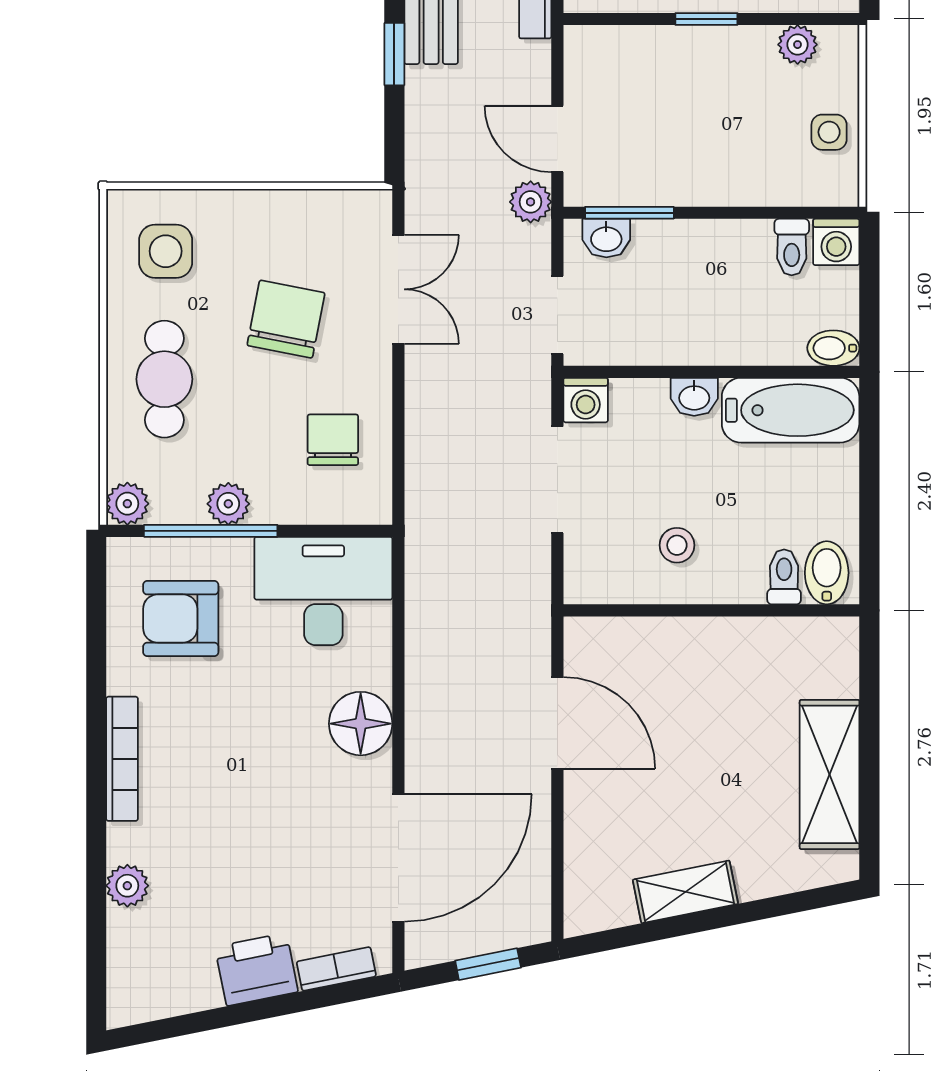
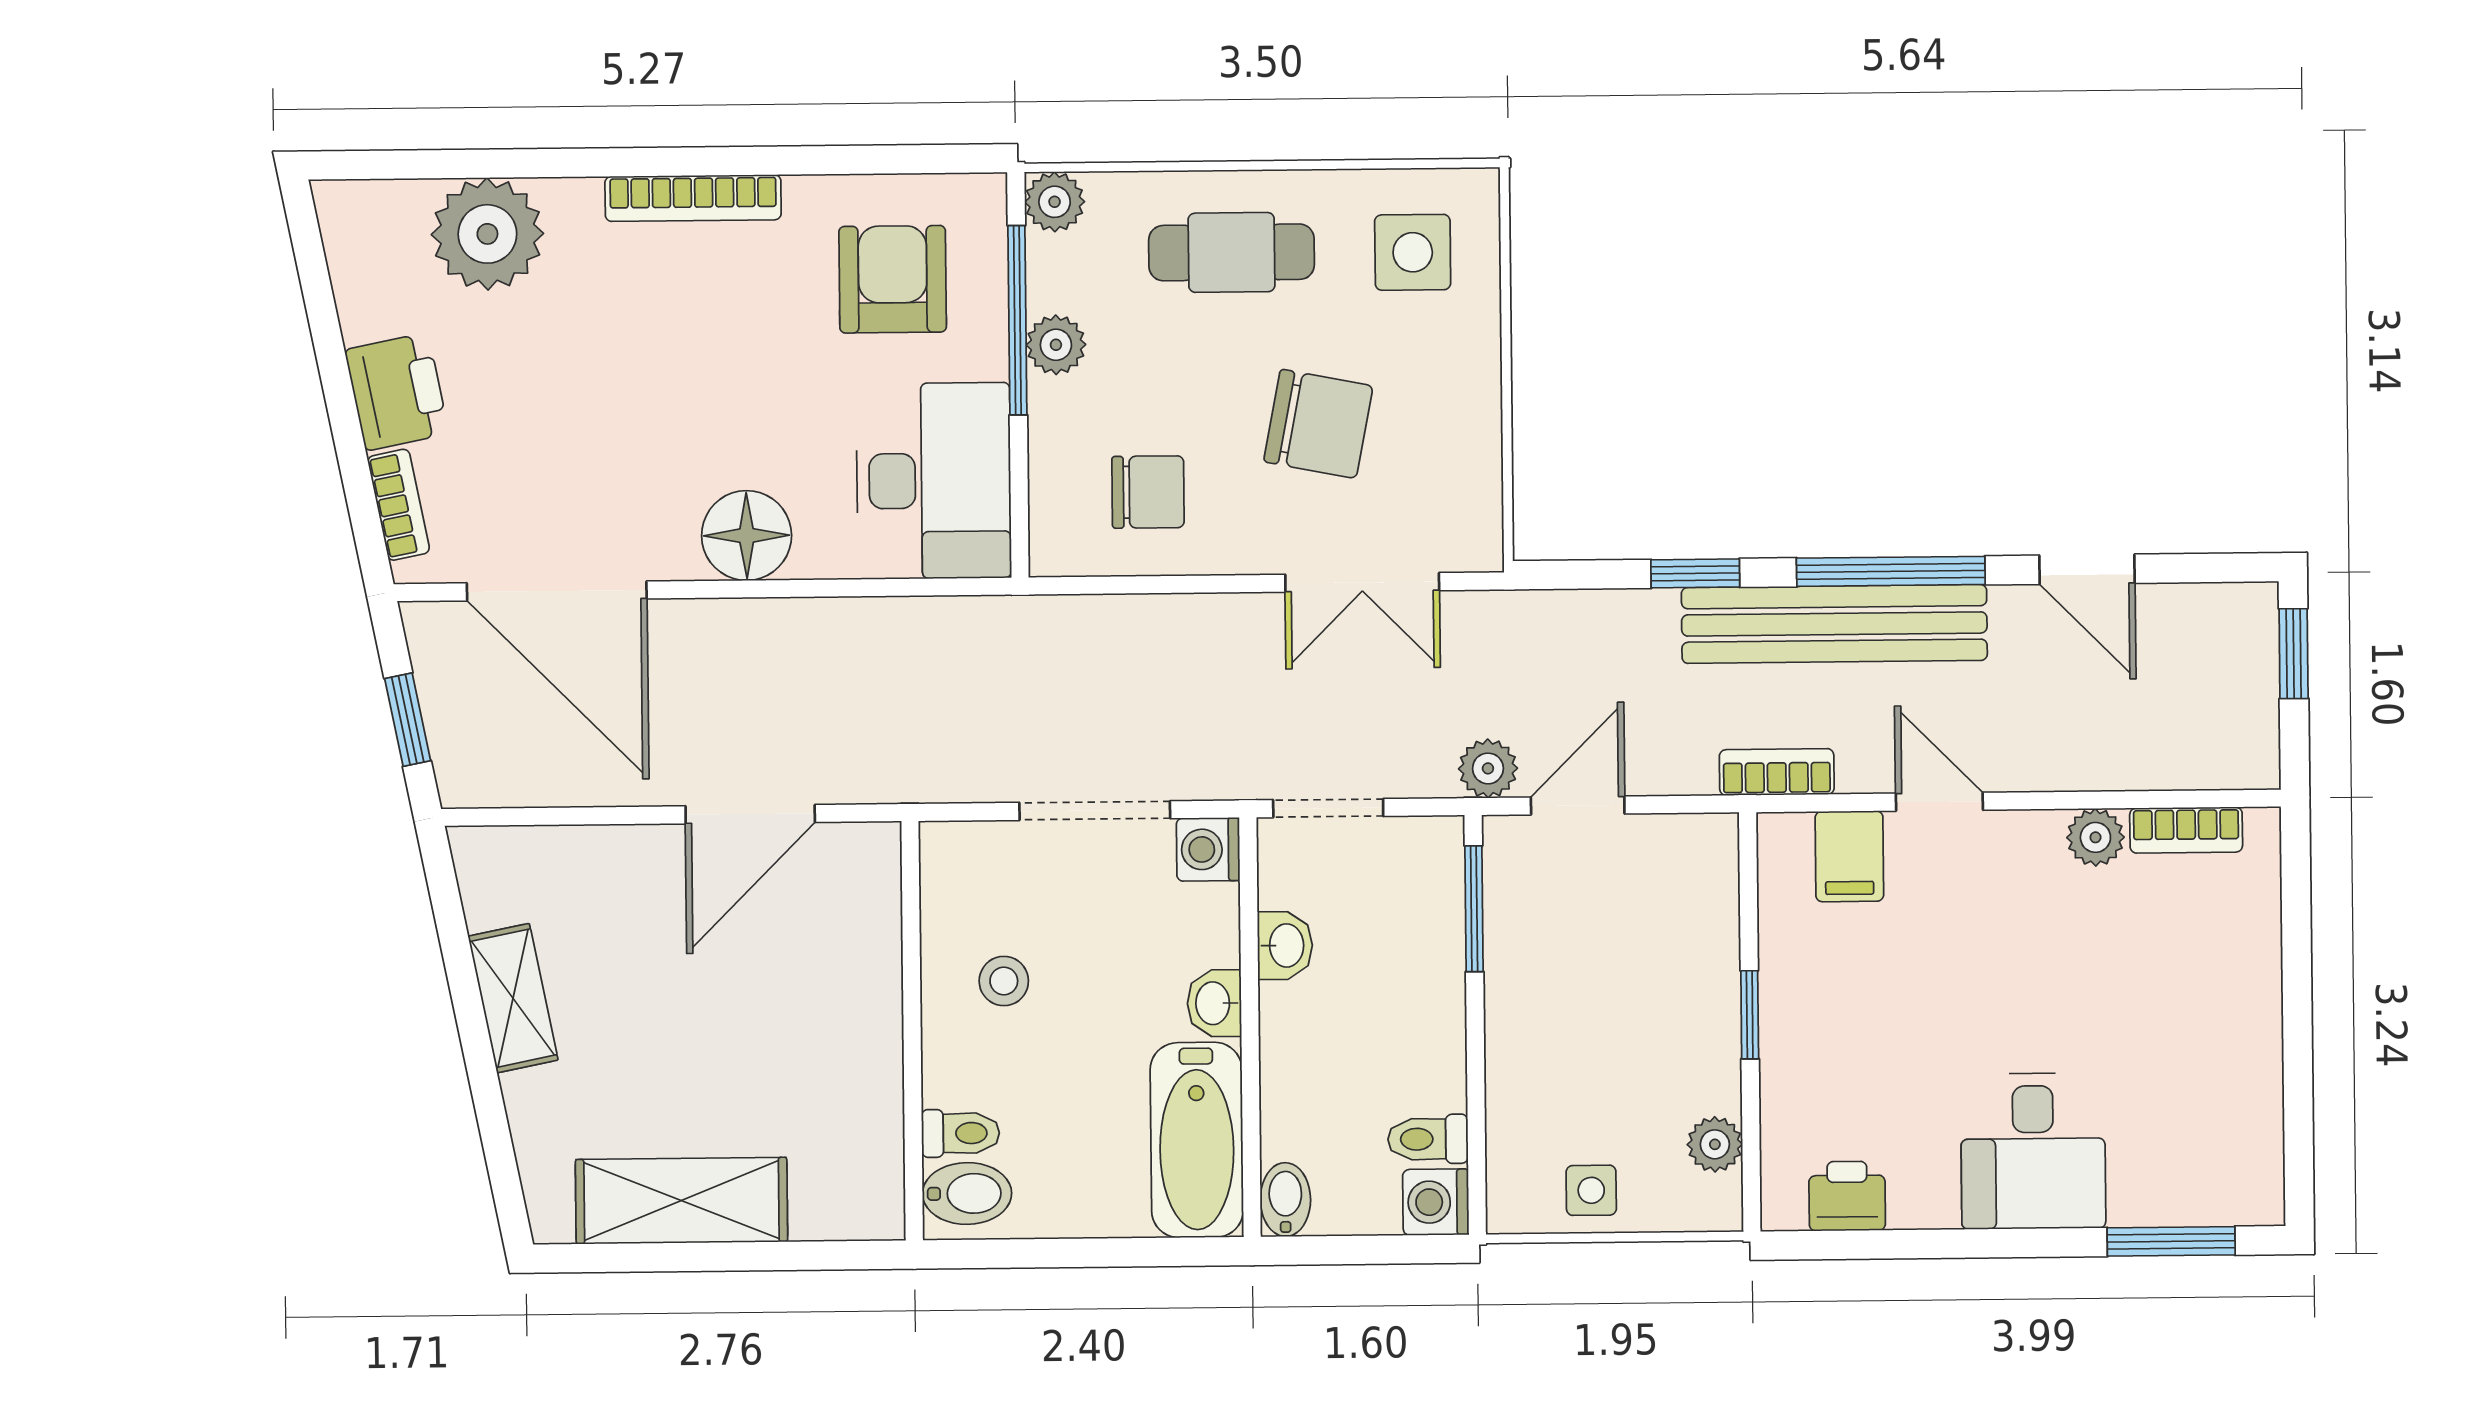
washbasin: (606, 238) -> (1285, 945), moved, turned 180
plant: (127, 886) -> (487, 234), width x1.87, depth x1.87

